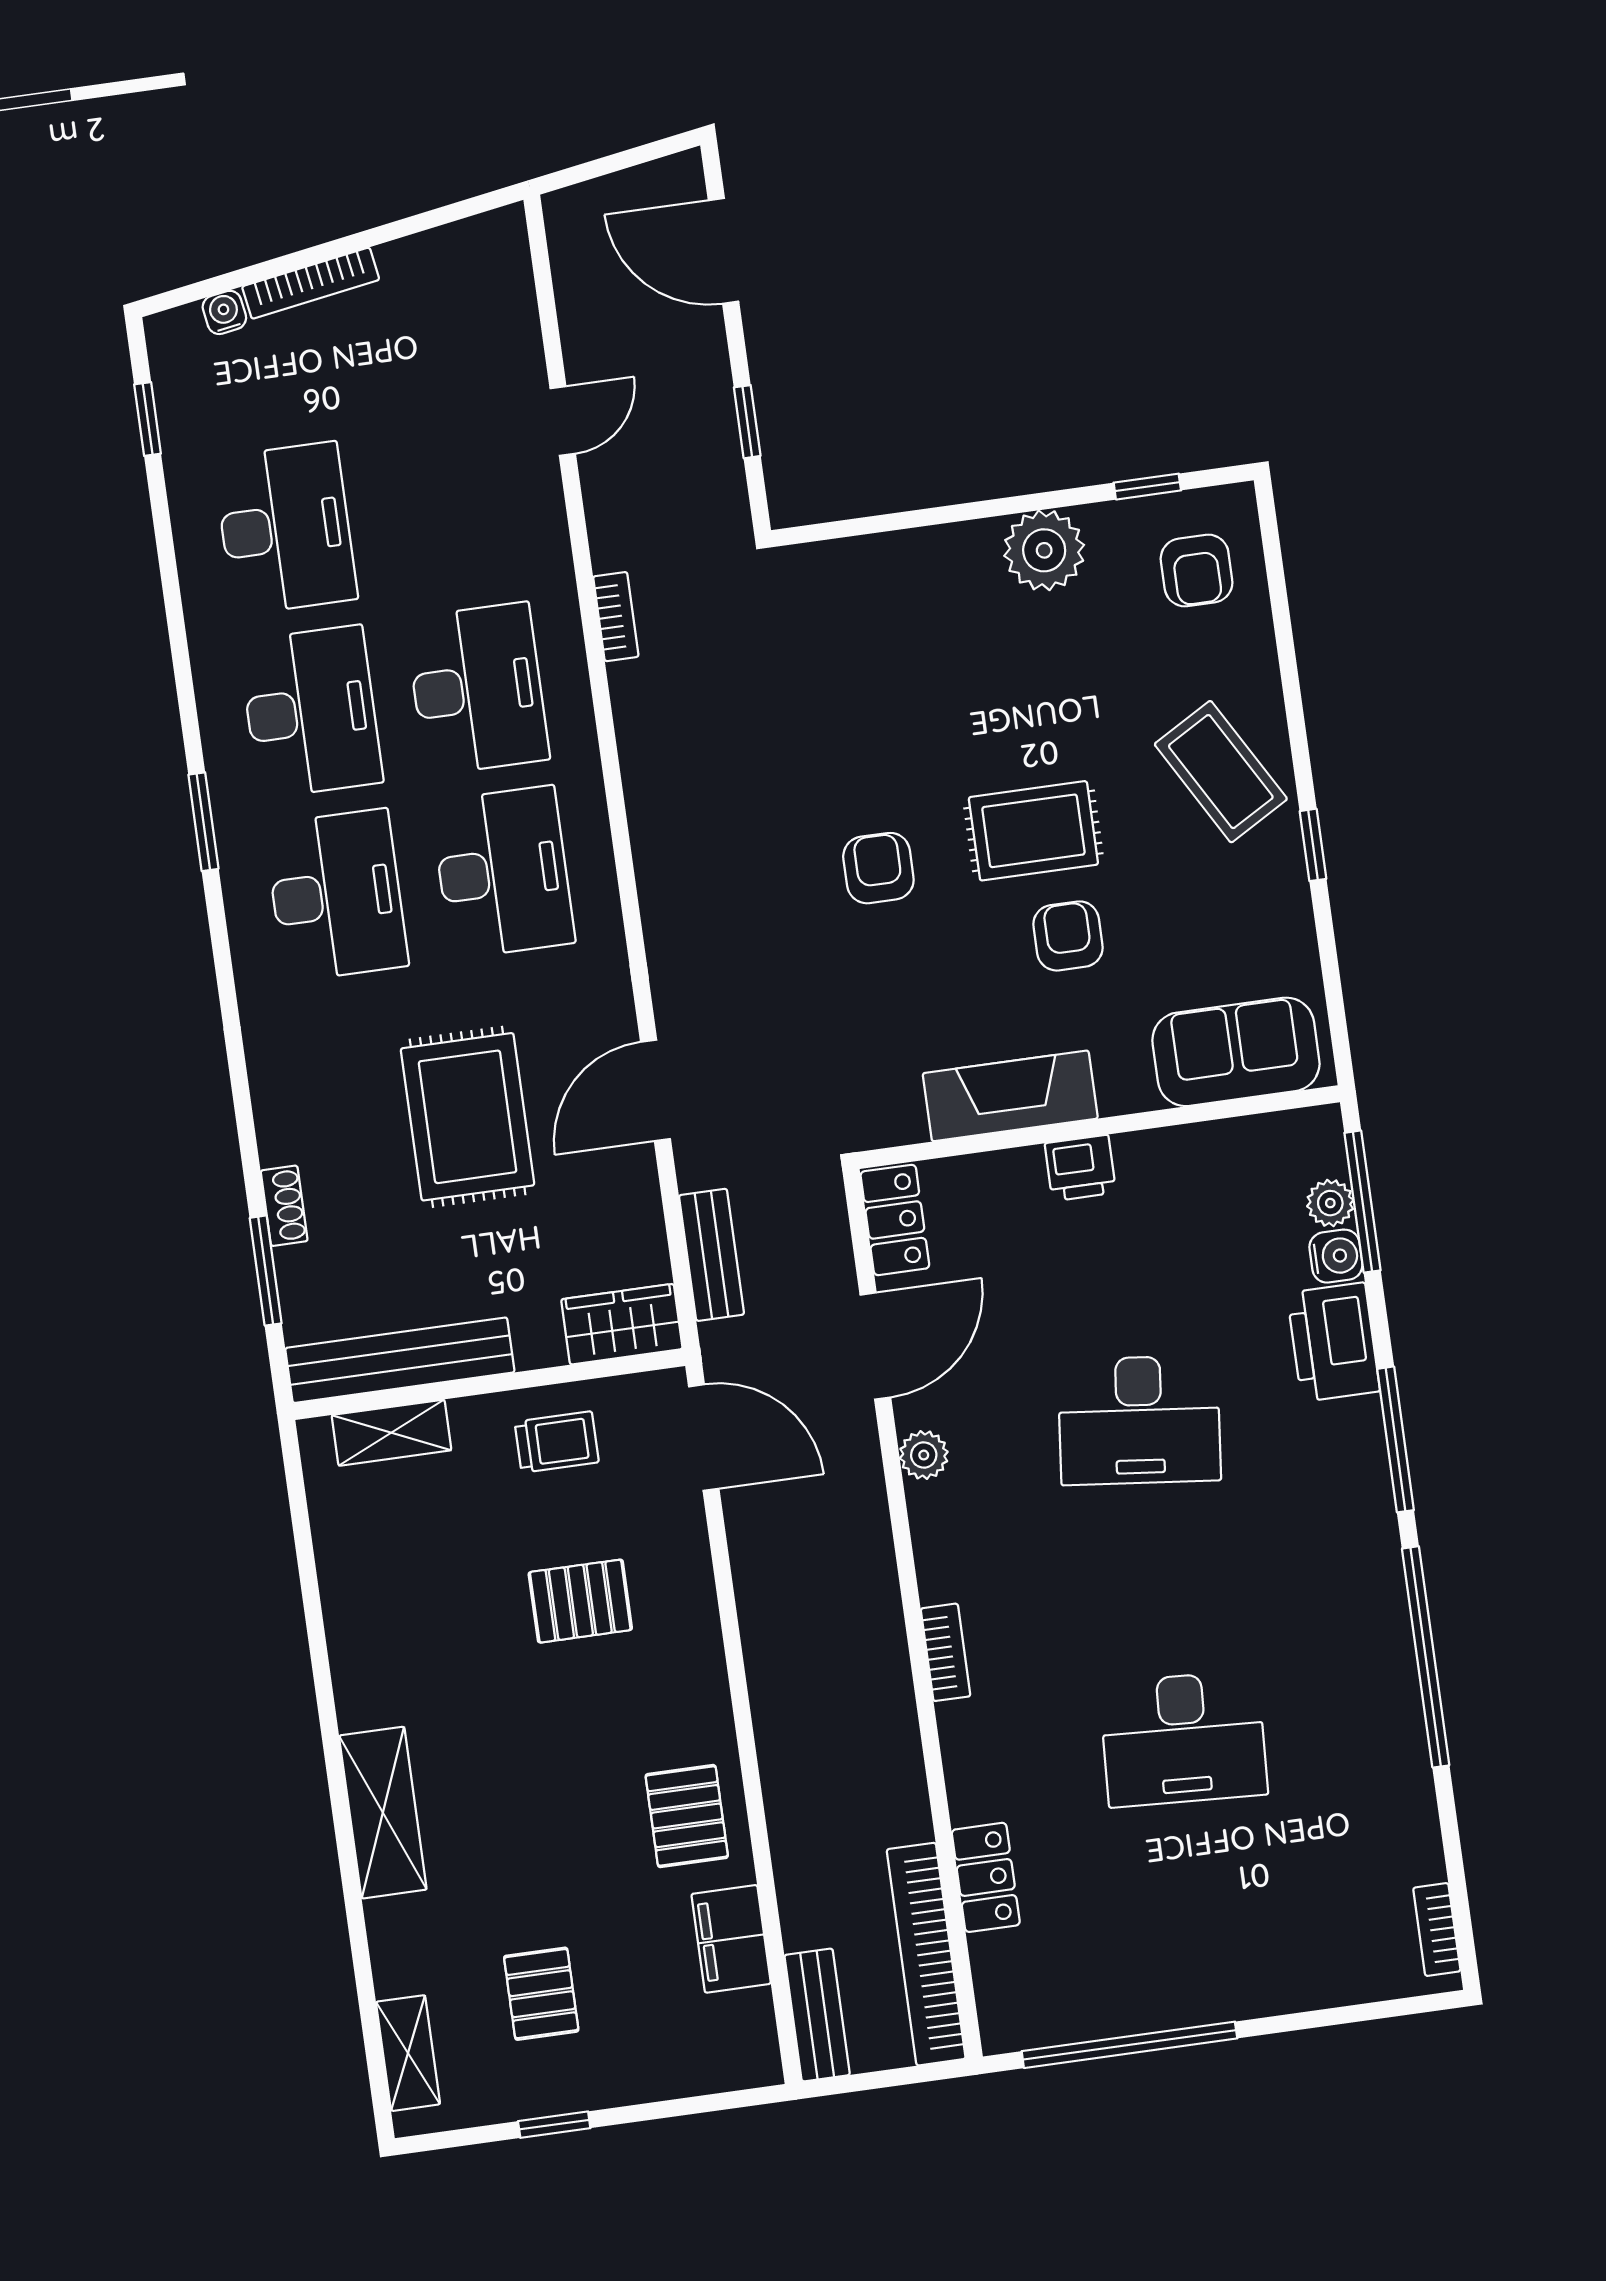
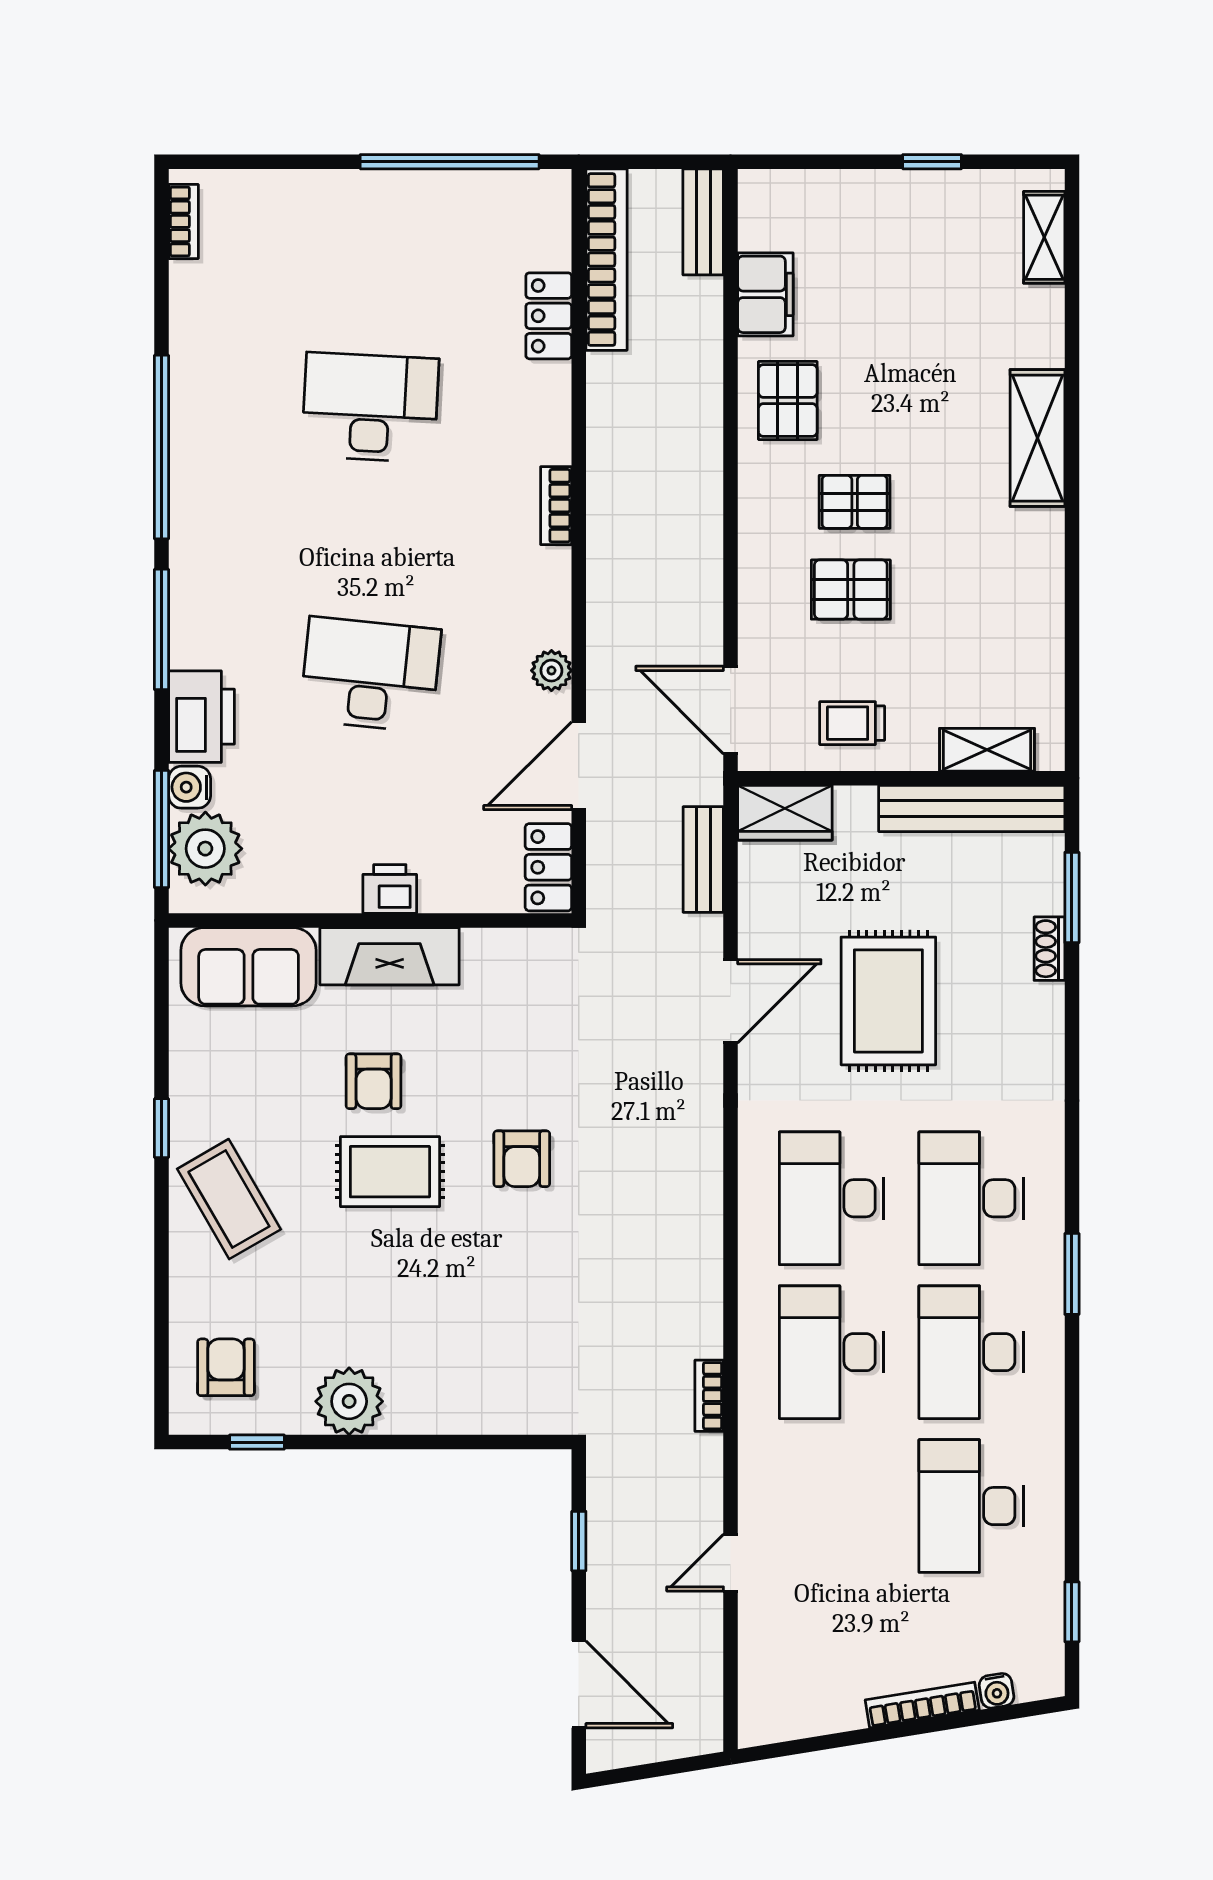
fireplace: (1010, 1096) -> (390, 956), moved
plant: (1330, 1203) -> (205, 849), width x1.88, depth x1.88
pallet: (541, 1994) -> (855, 502), moved, turned 90

